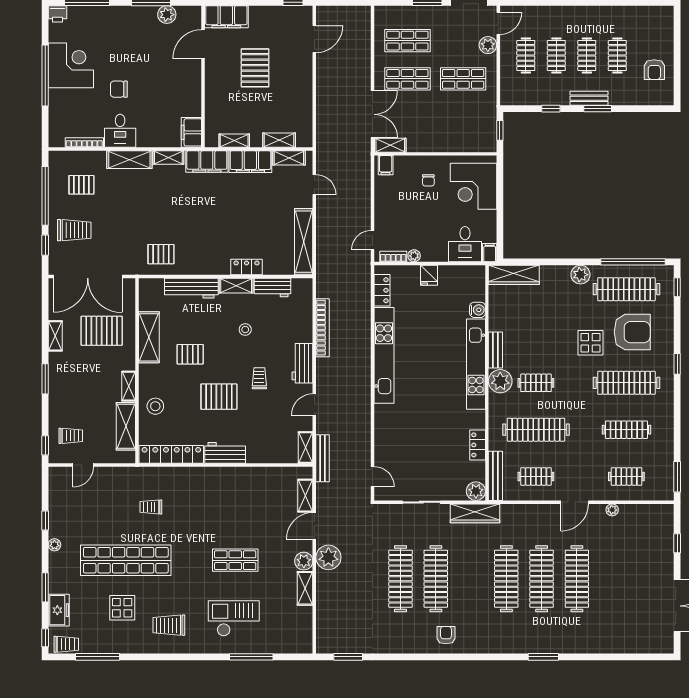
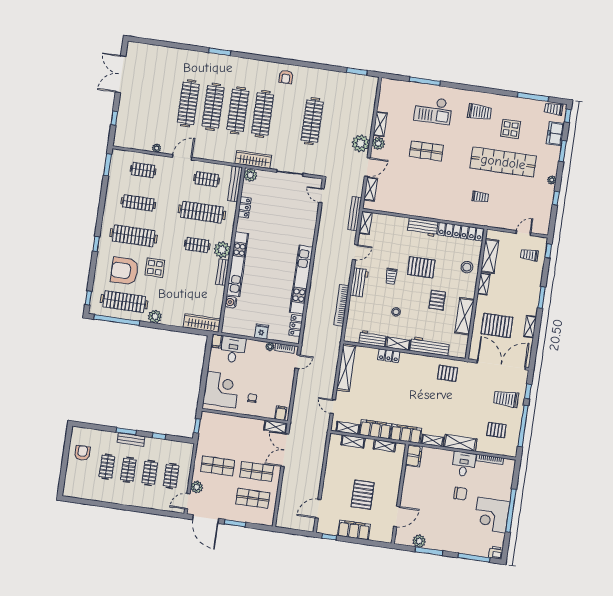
filing cabinet: (226, 17) -> (354, 530), moved
pallet: (190, 354) -> (437, 300), turned 90
clothes rail: (436, 579) -> (263, 114), moved

